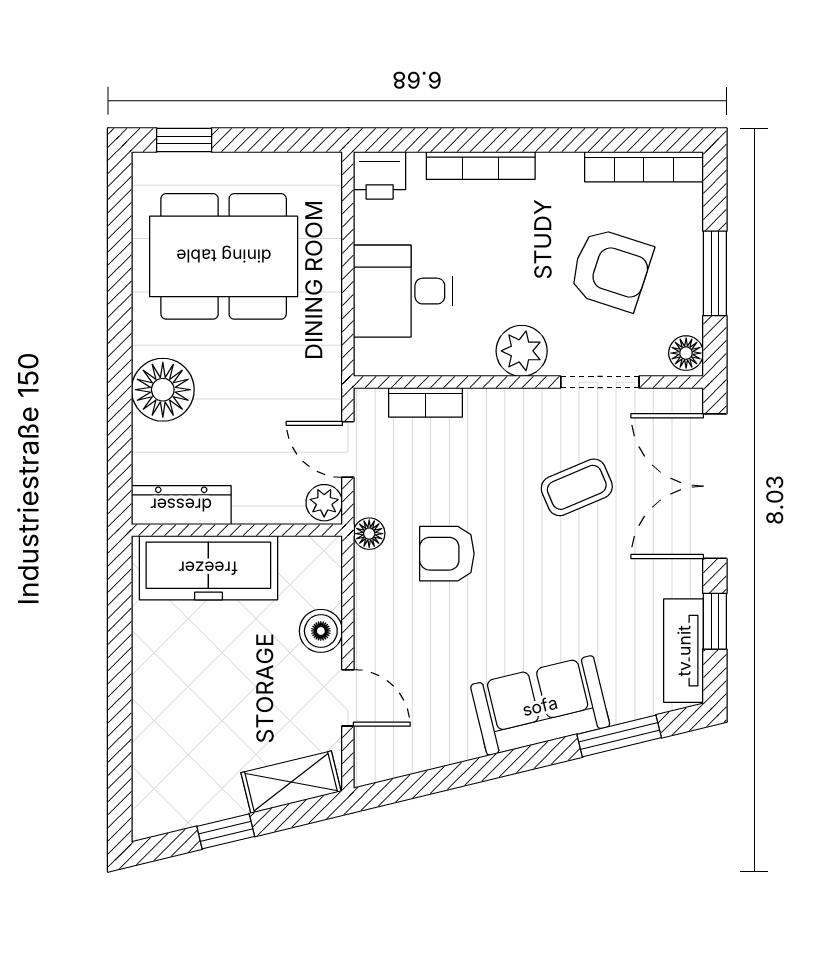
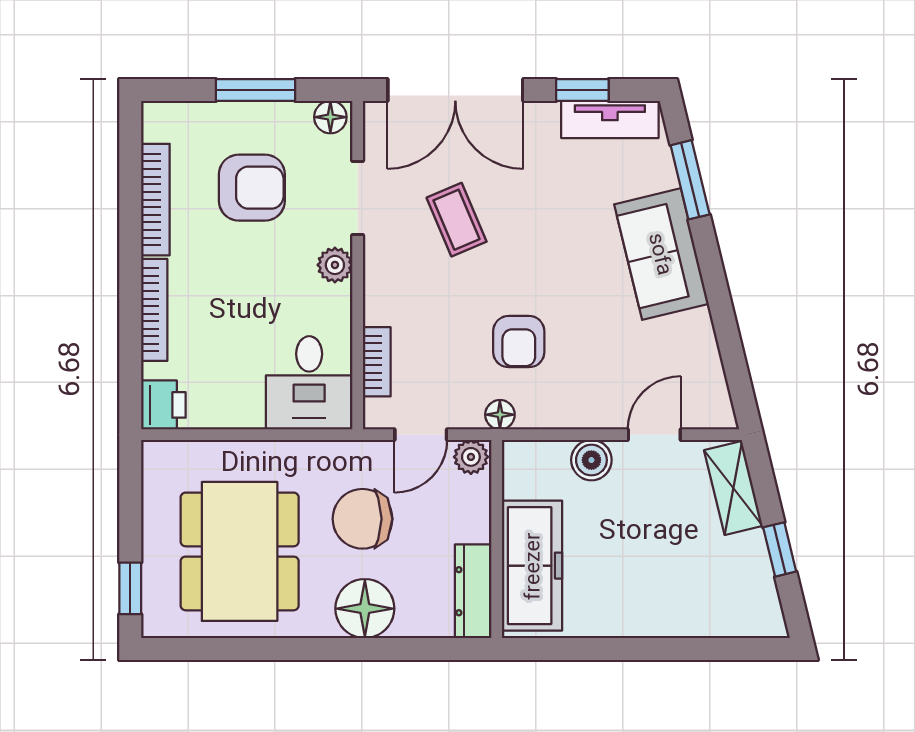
bookcase: (644, 167) -> (155, 200), moved
armchair: (611, 269) -> (252, 188), turned 72
desk: (403, 291) -> (309, 383), moved
plant: (522, 351) -> (335, 265), width x0.73, depth x0.73
chair: (258, 387) -> (363, 519), added

